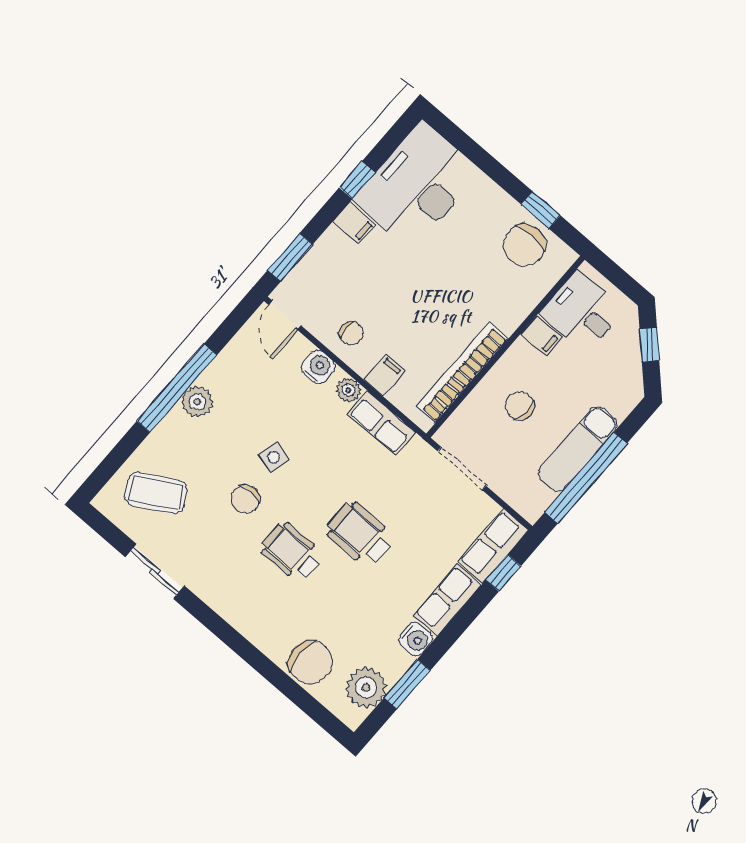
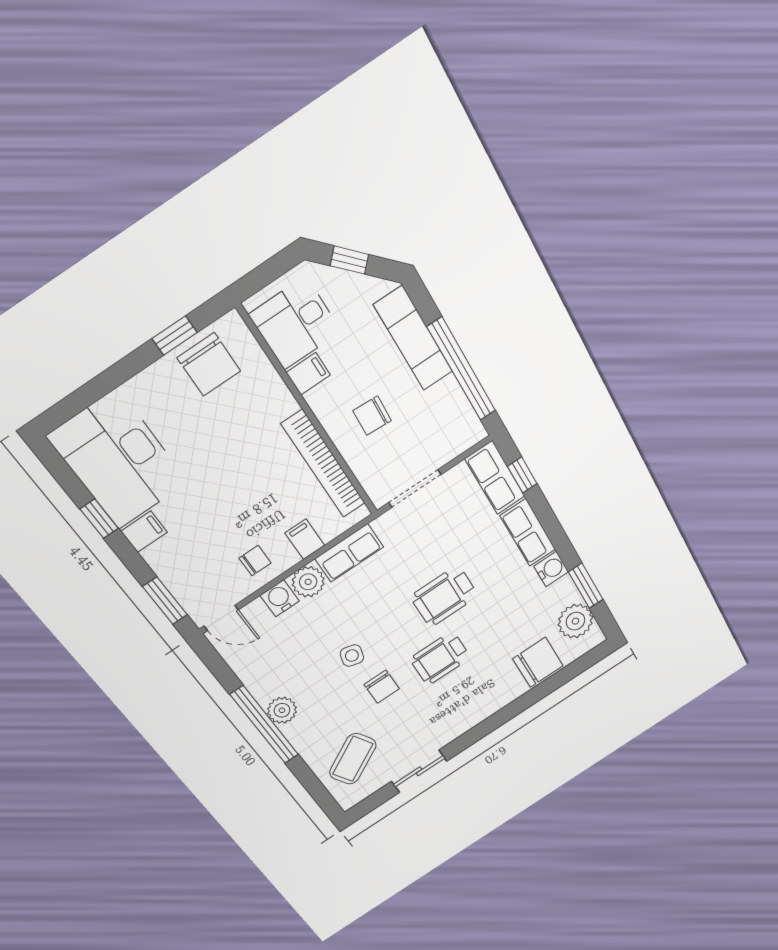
plant: (348, 390) -> (308, 582), width x1.38, depth x1.38
exam couch: (578, 449) -> (413, 338), moved

